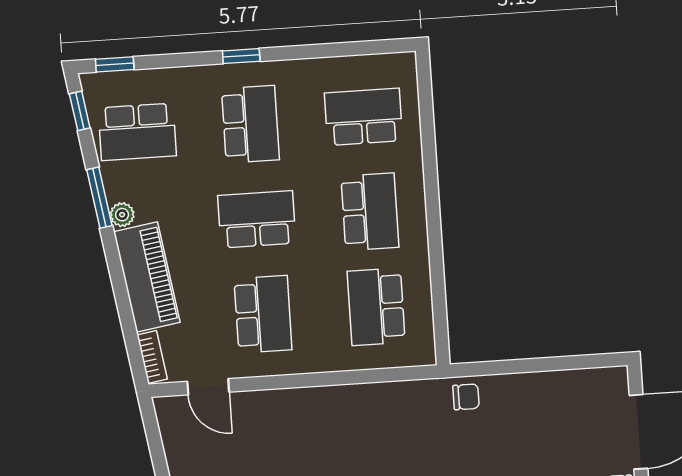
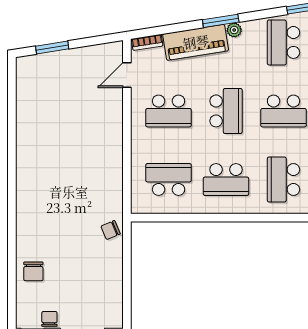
school desk: (364, 117) -> (283, 179), turned 180
window: (99, 198) -> (221, 21), moved
chair: (466, 397) -> (111, 230), turned 67

